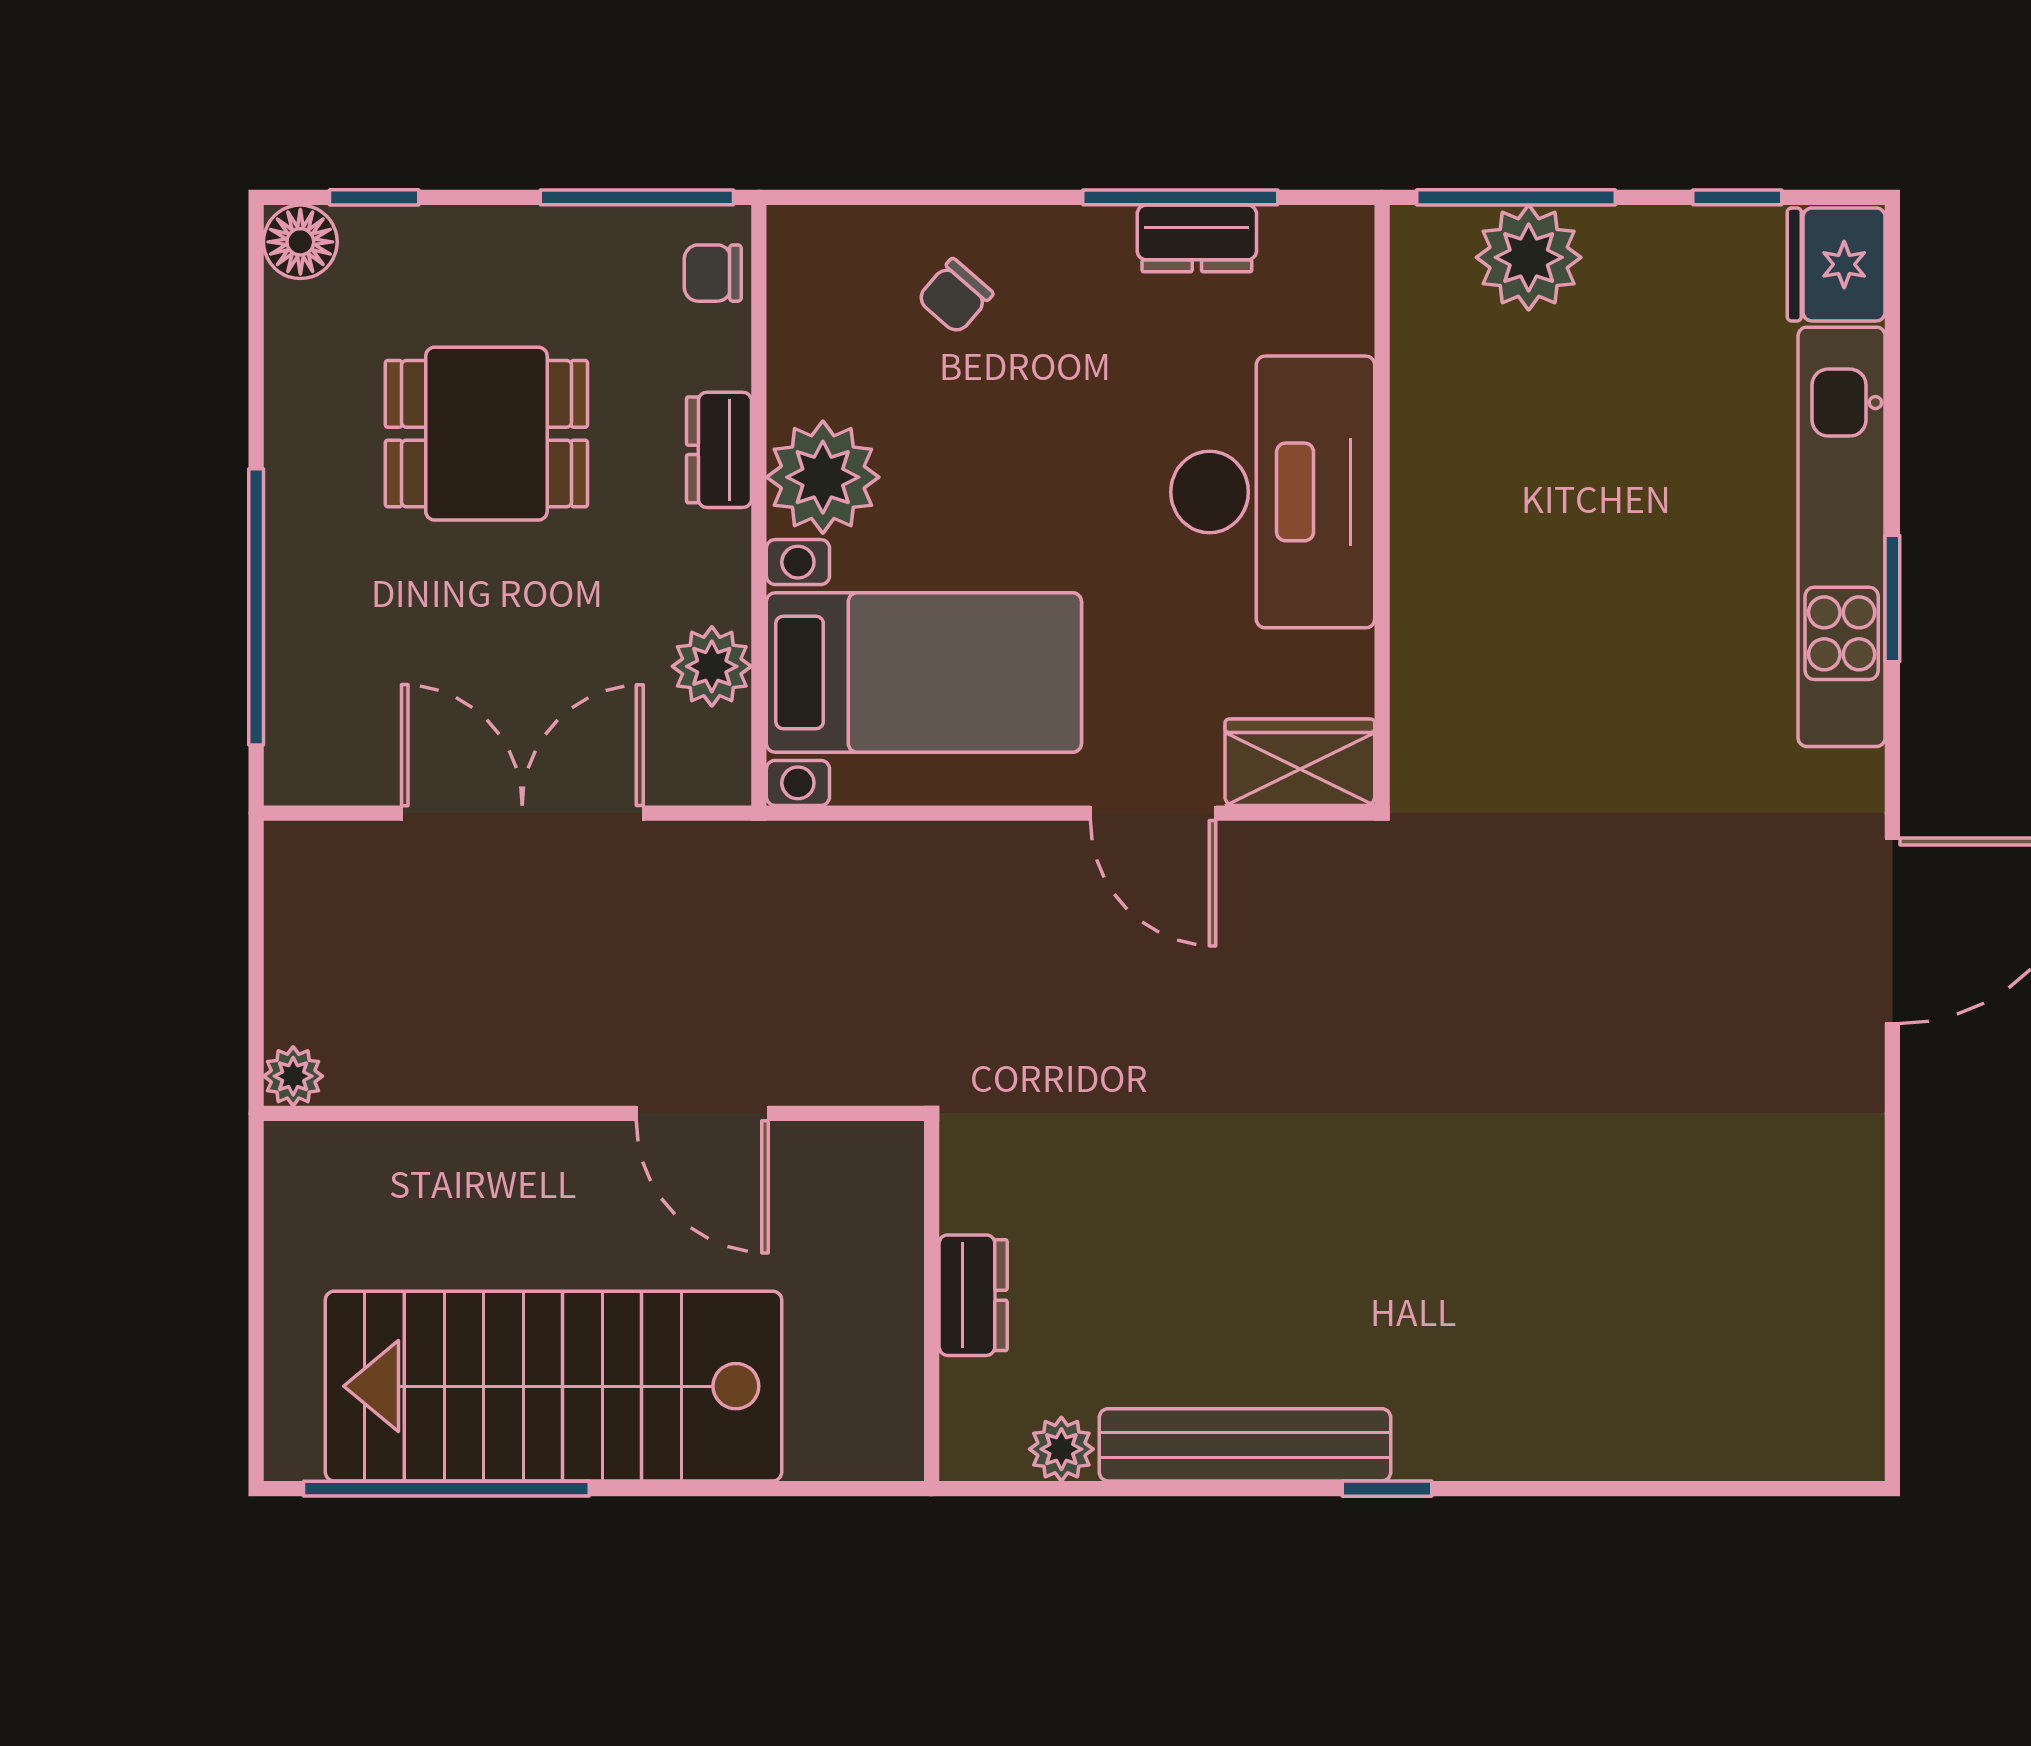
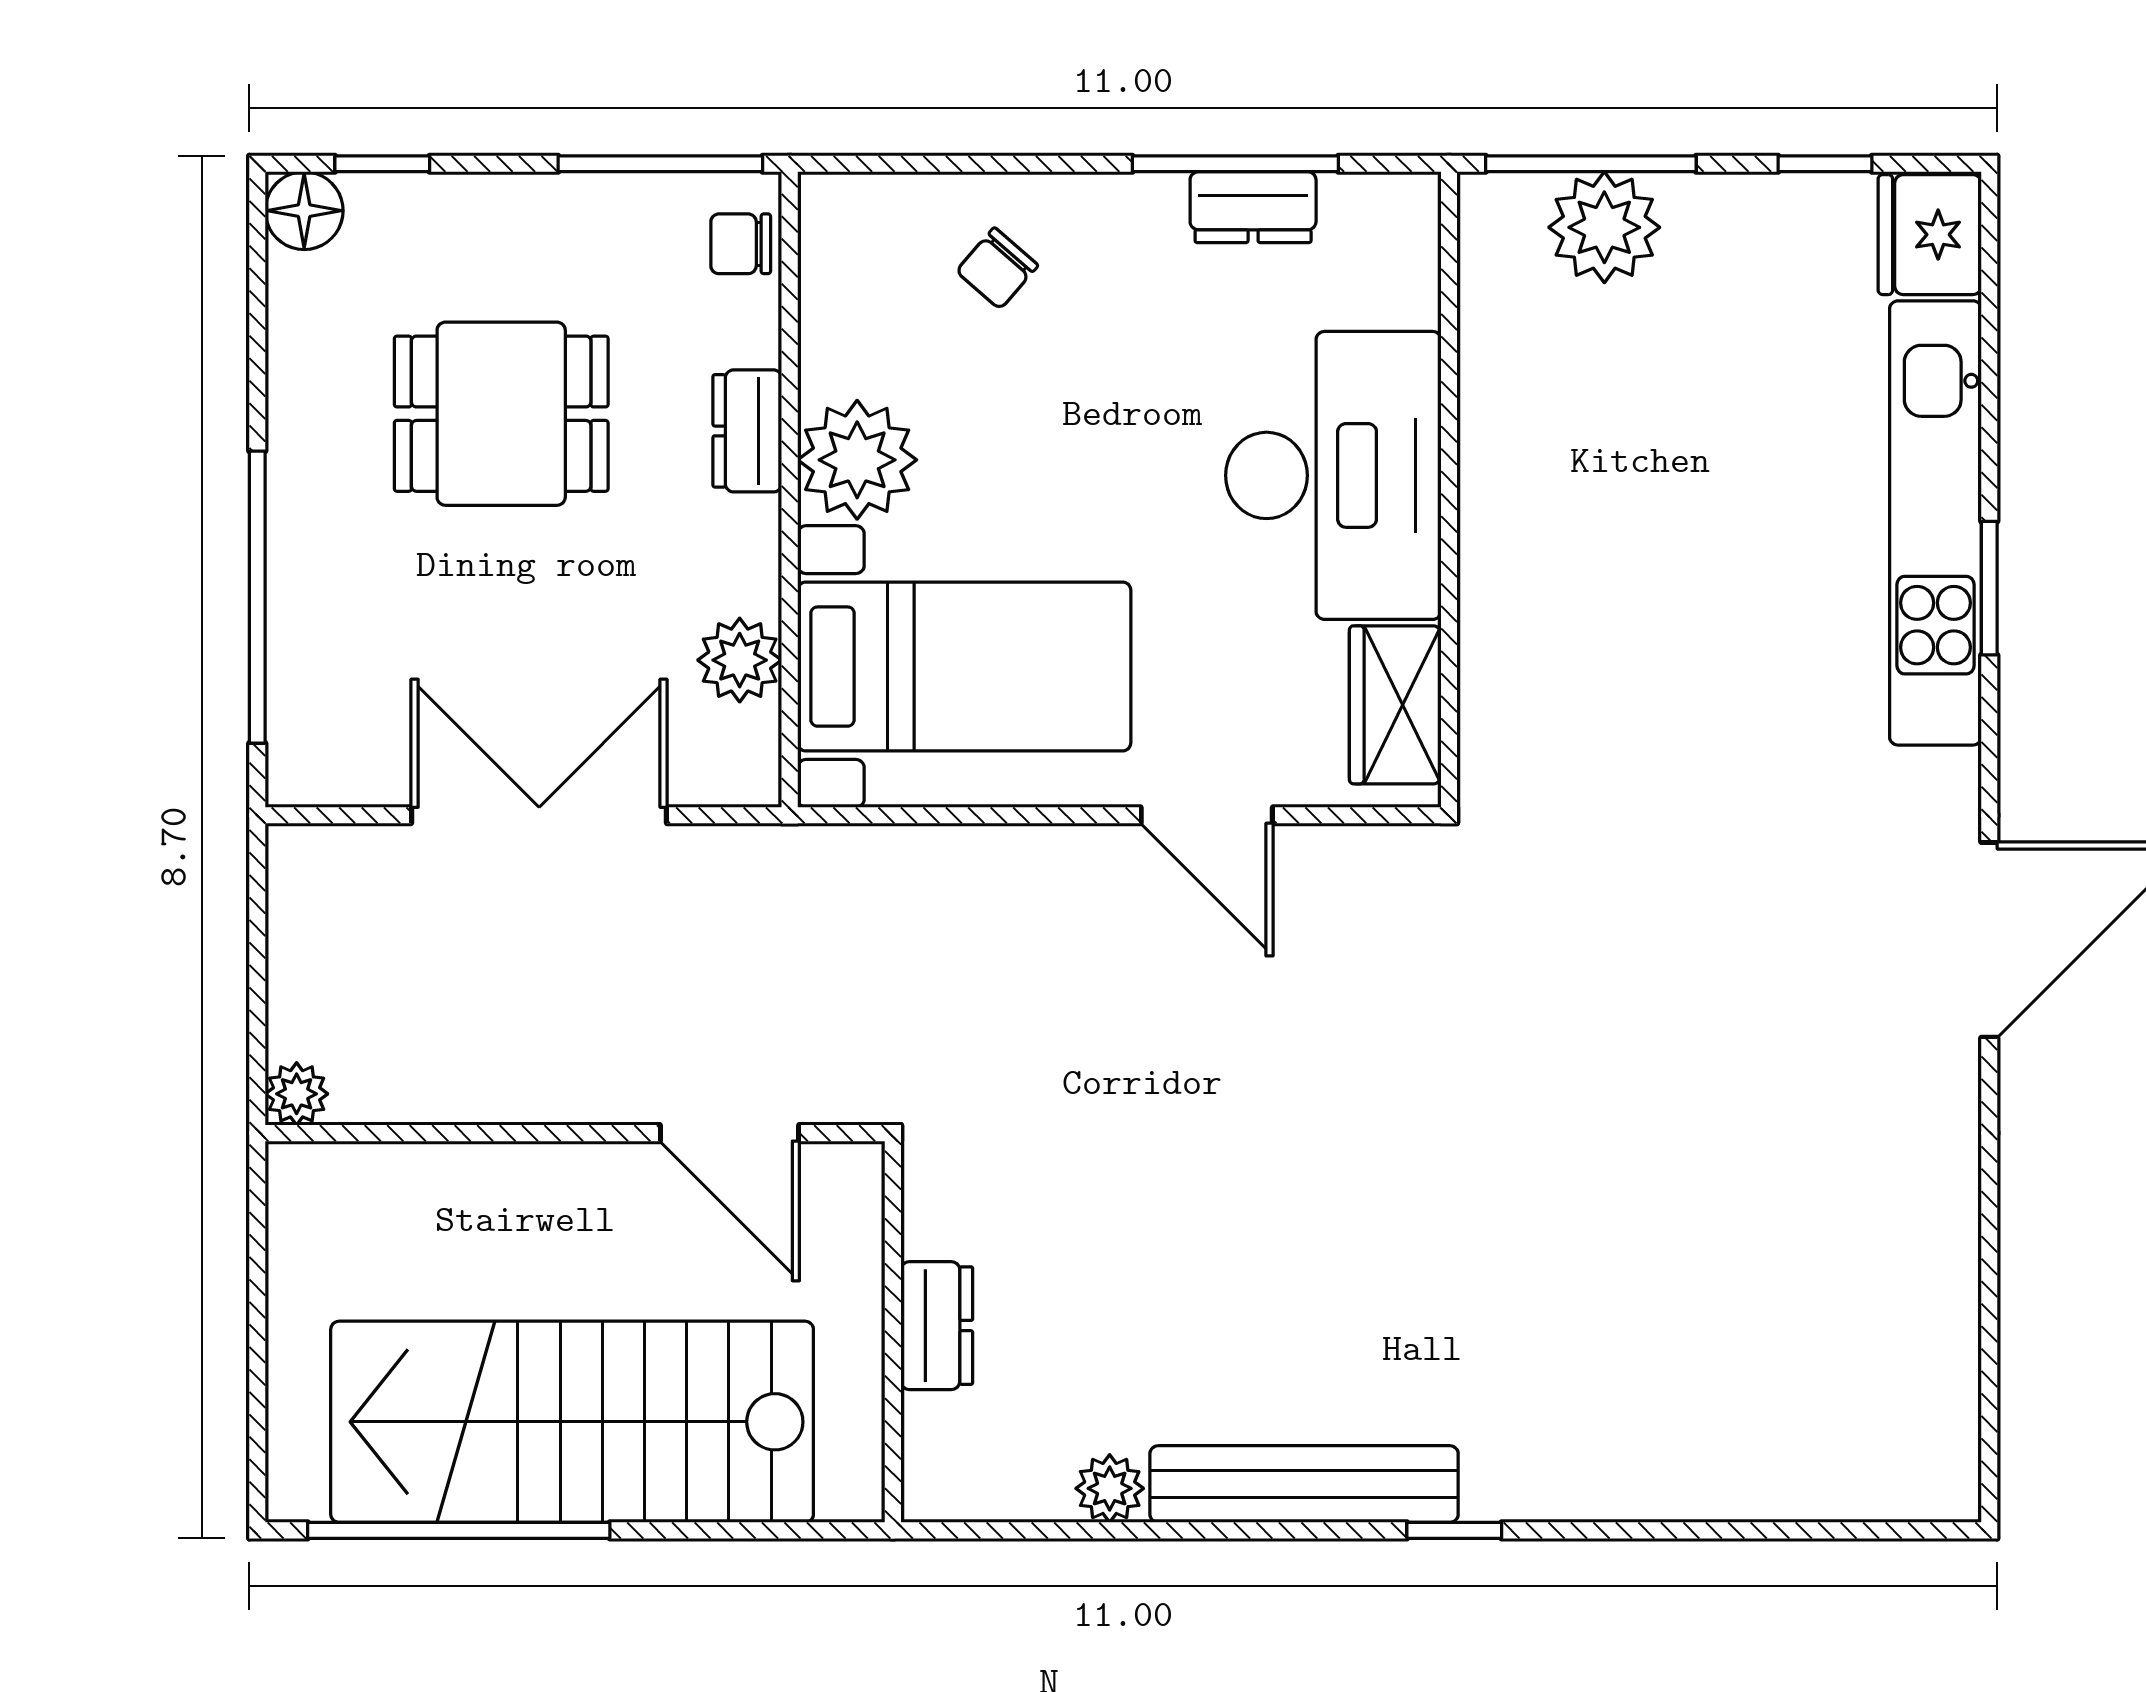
wardrobe: (1300, 762) -> (1395, 705), moved, turned -90
dresser: (973, 1295) -> (937, 1326), moved
wall: (932, 1301) -> (893, 1332), moved

